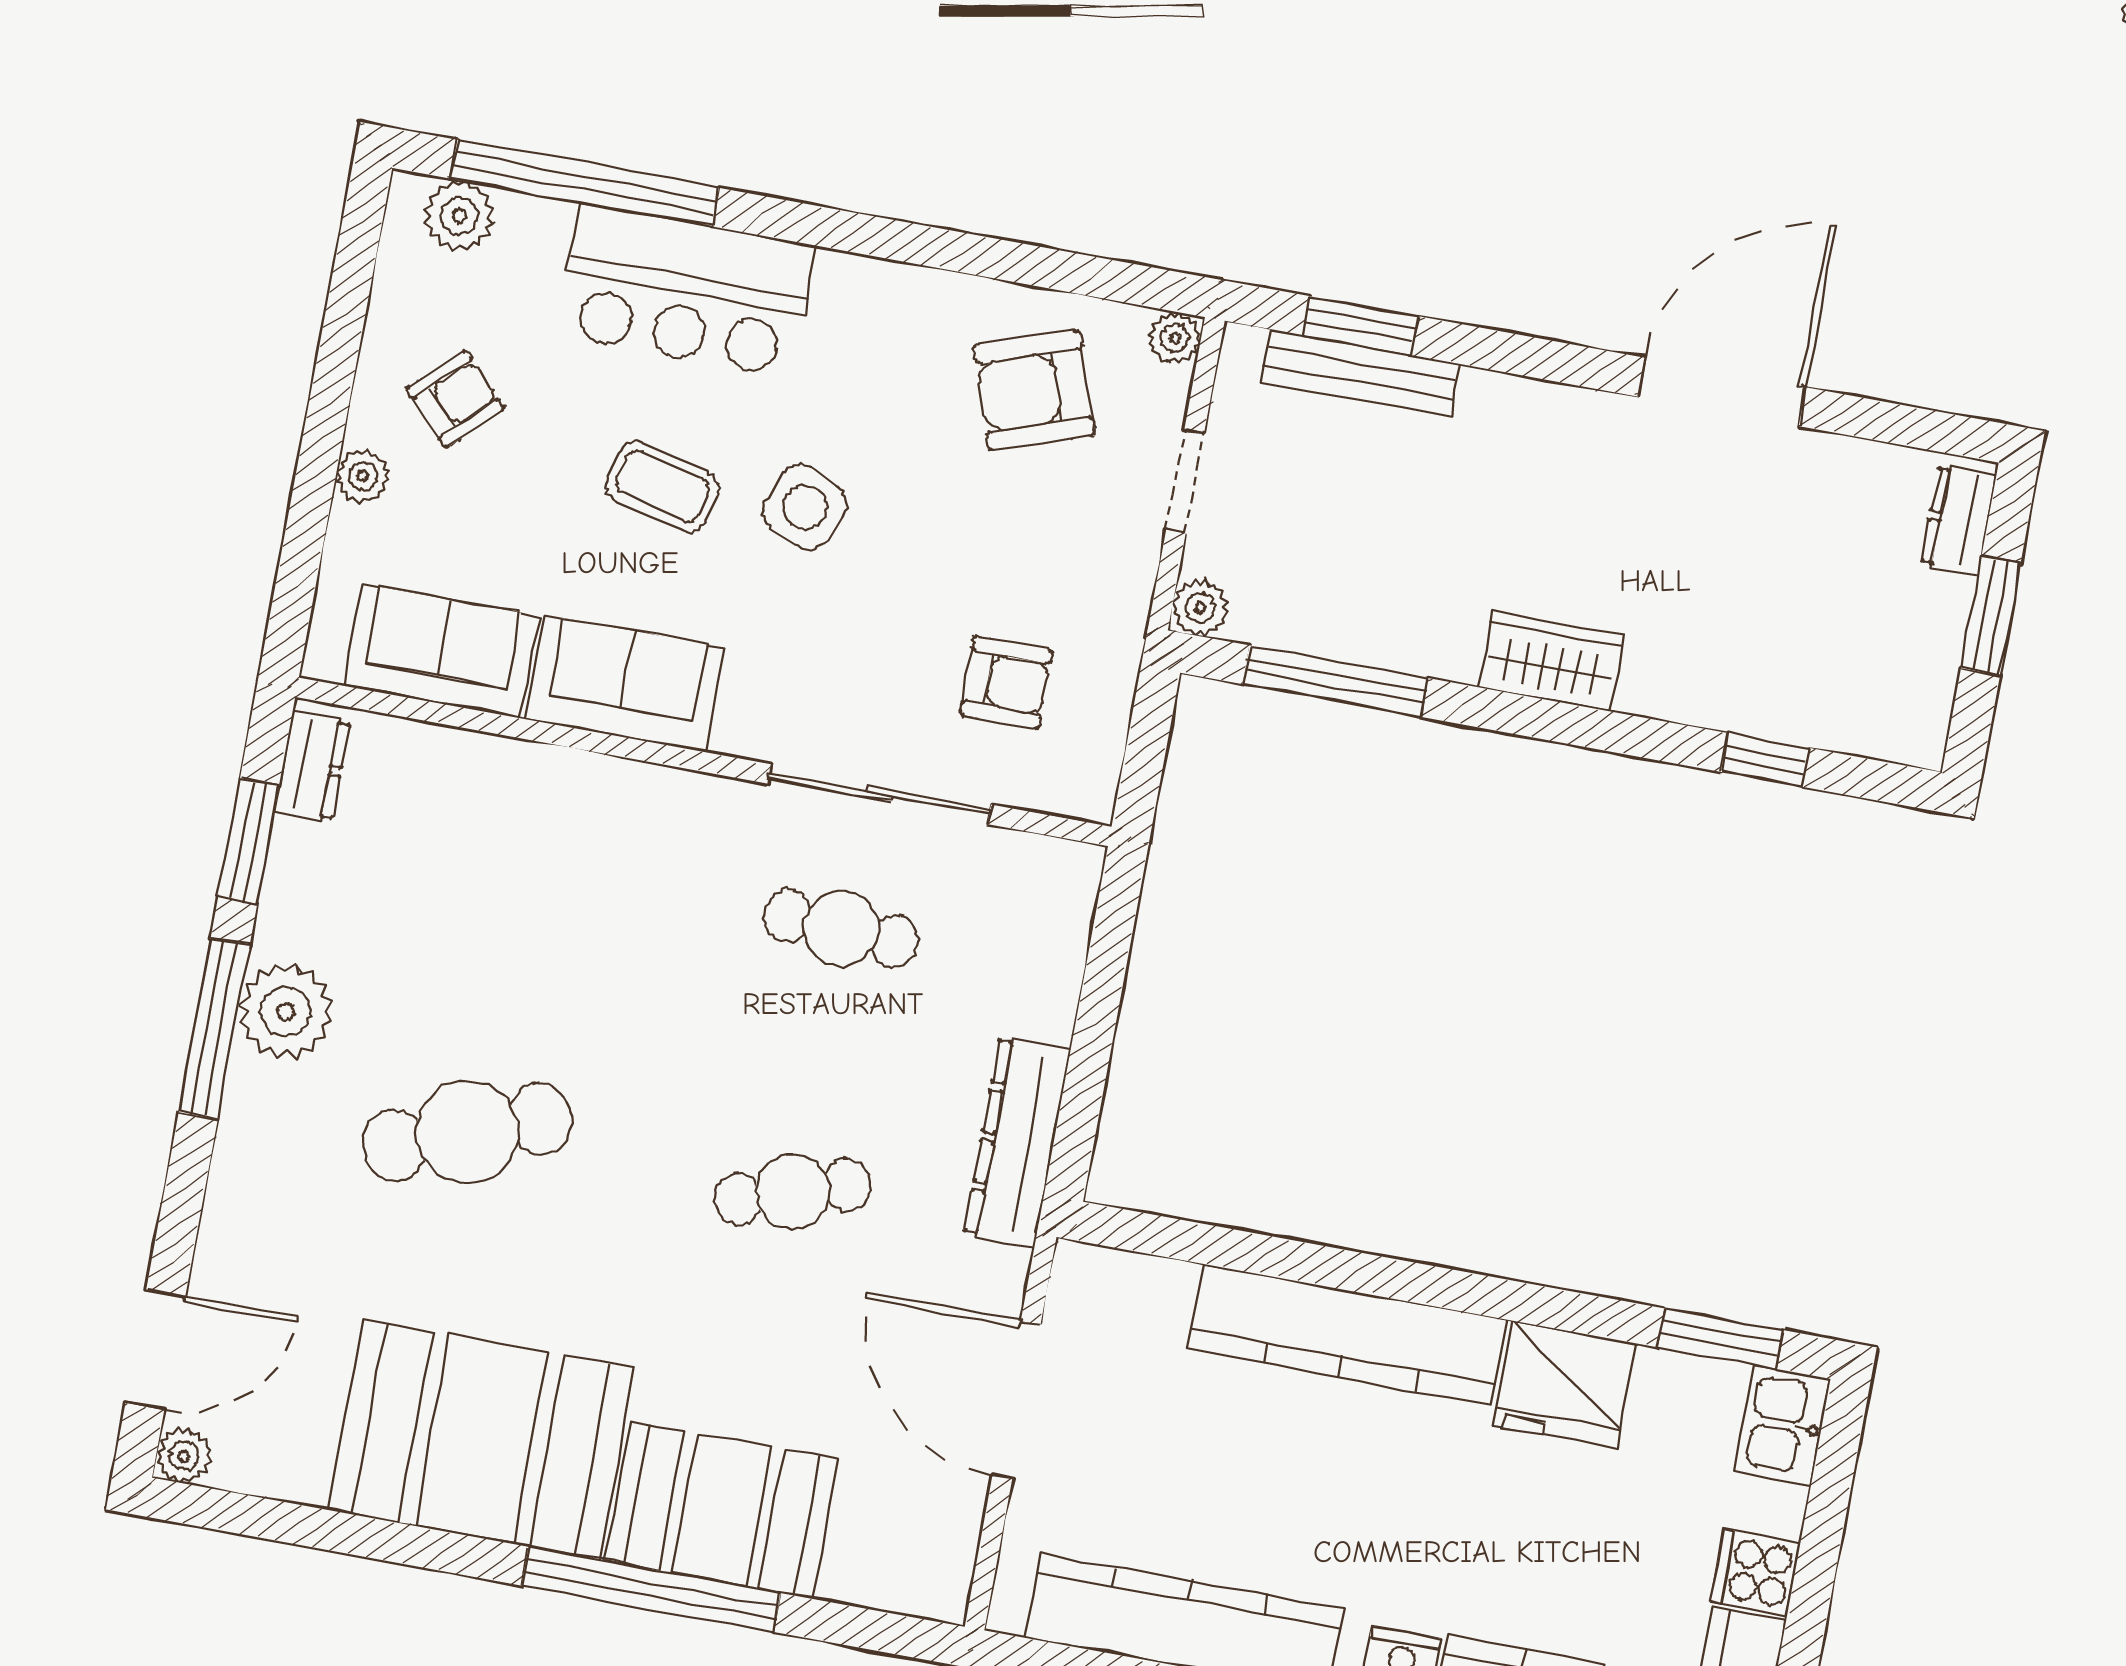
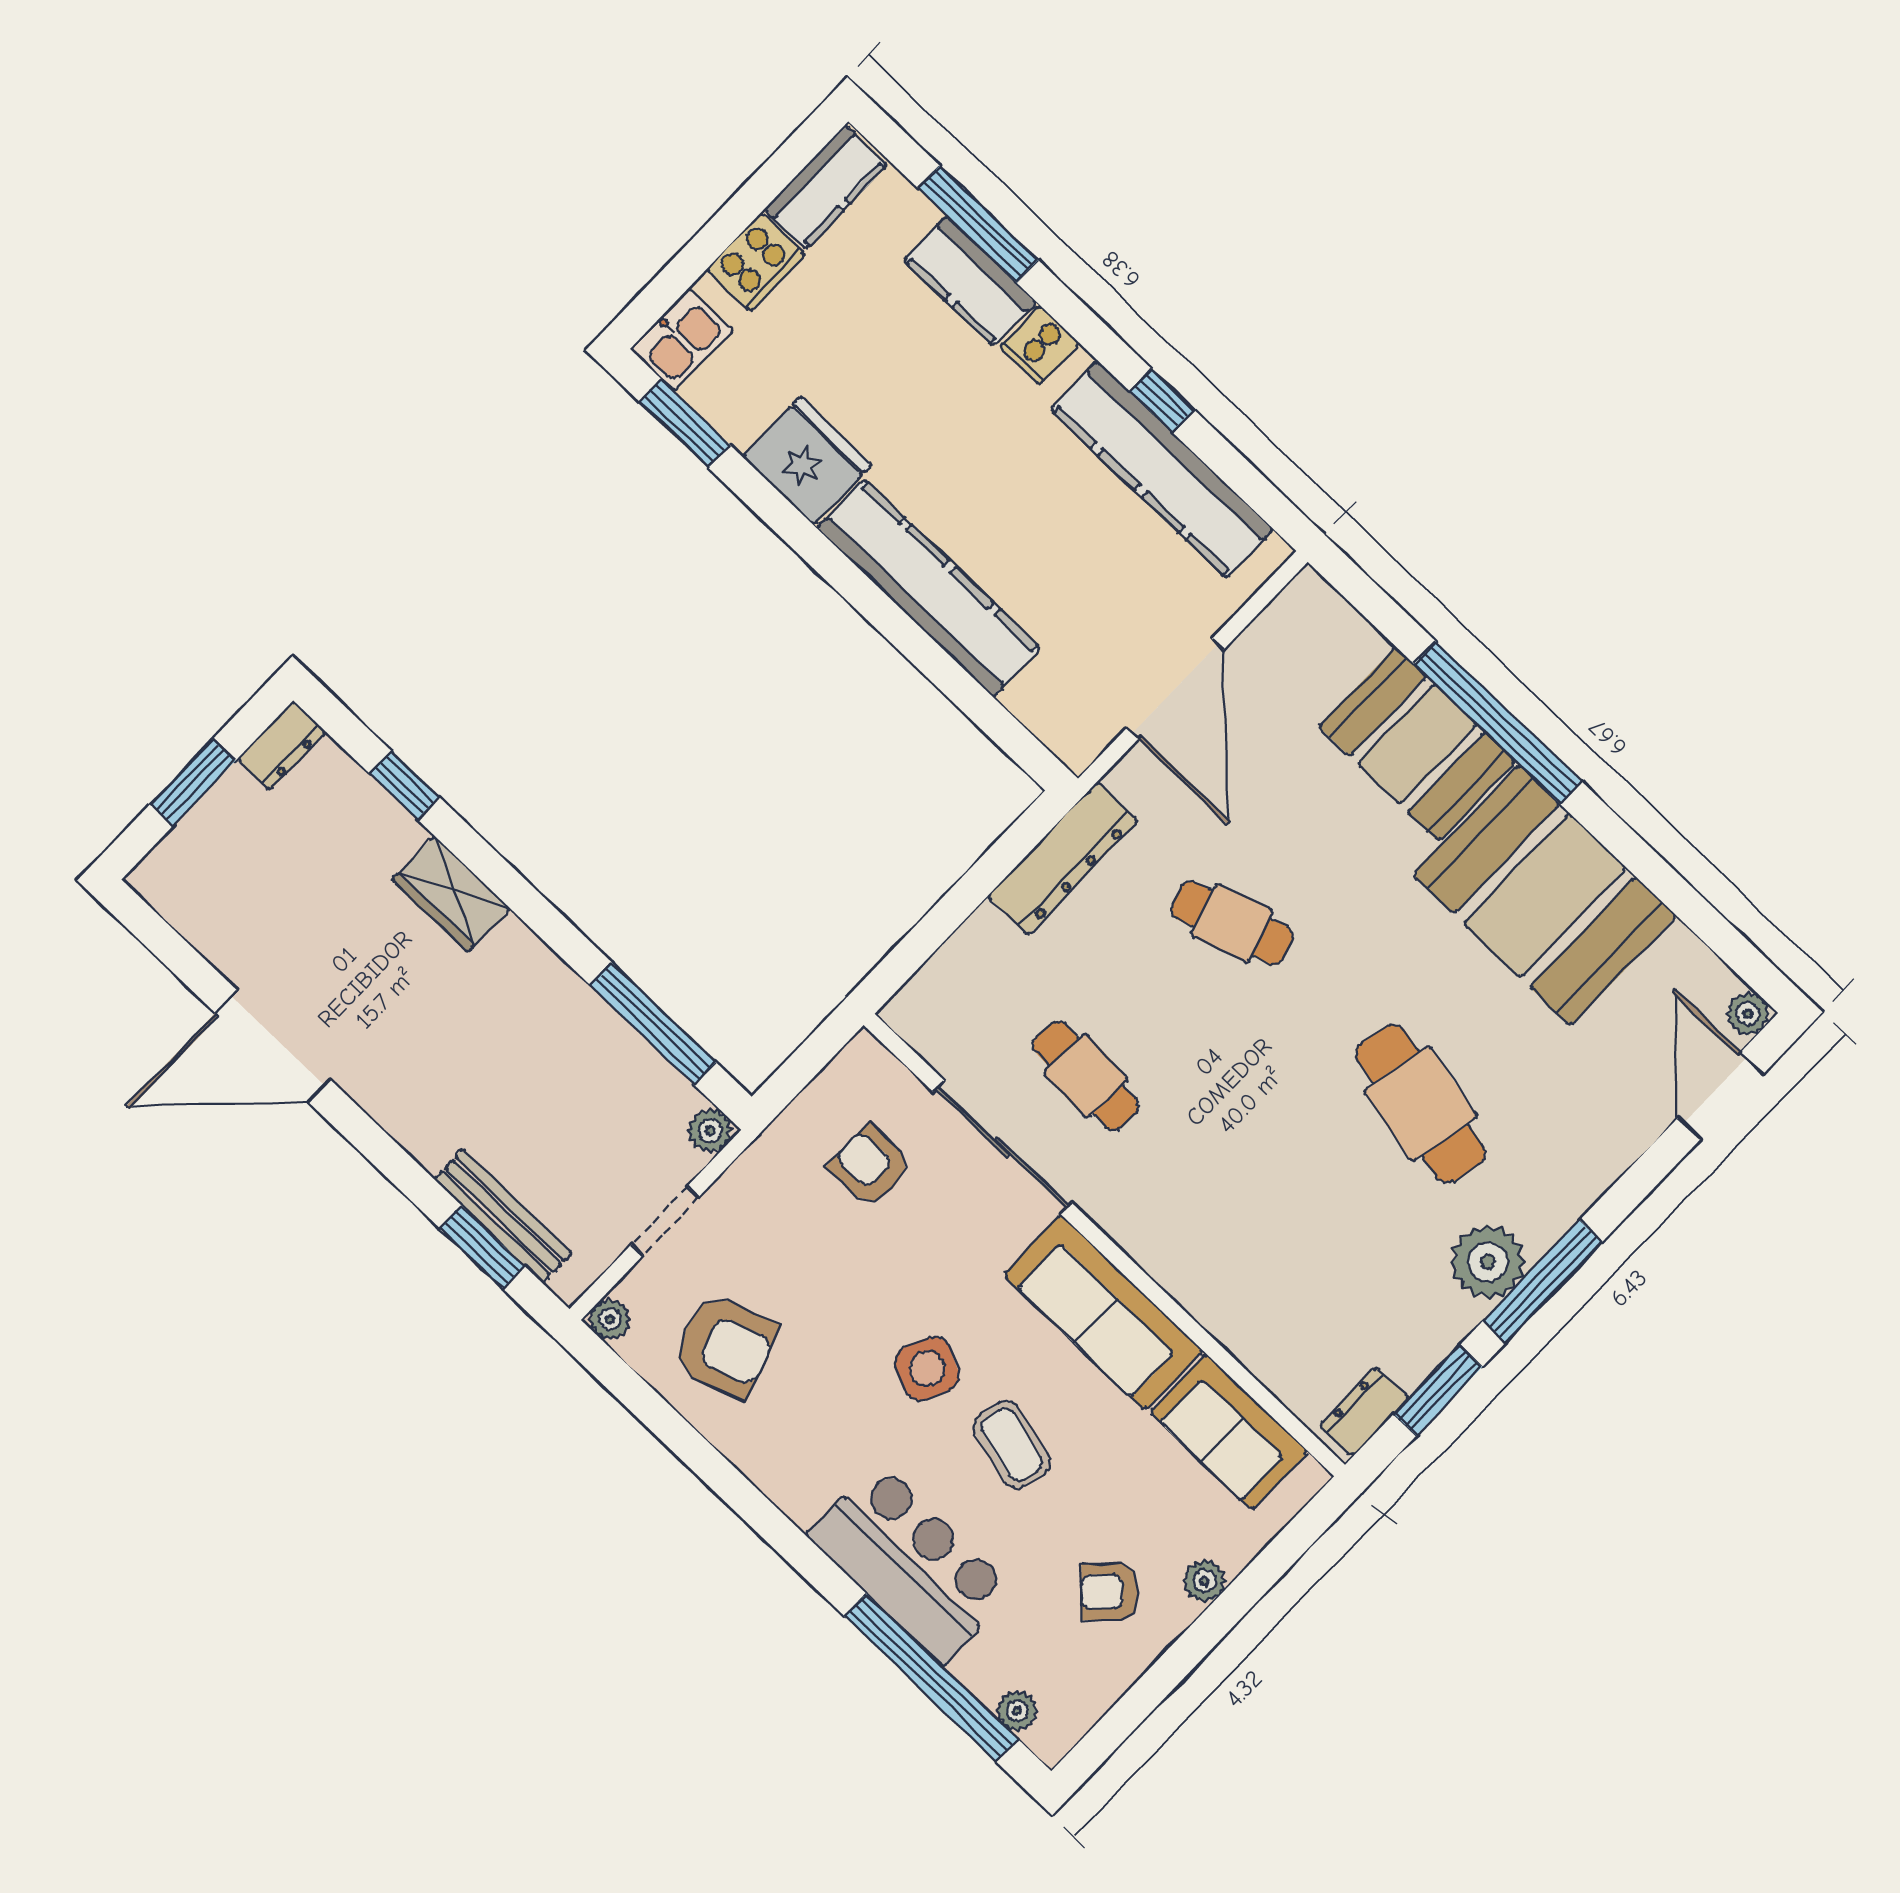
plant: (459, 216) -> (1017, 1711), width x0.73, depth x0.73
dresser: (1959, 520) -> (282, 745), moved
wardrobe: (1552, 661) -> (451, 894), moved
sofa: (625, 683) -> (1103, 1313), width x1.36
cafe table: (467, 1132) -> (1421, 1104), turned 33
door: (155, 1350) -> (1721, 1096), hinge flipped
cooker: (1756, 1572) -> (756, 262), width x1.36

